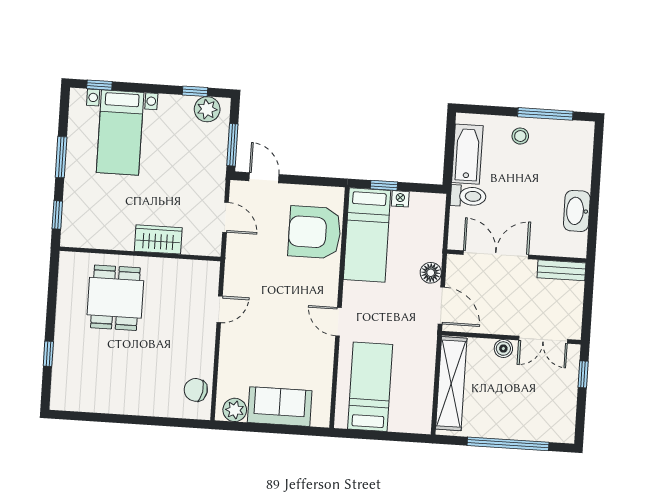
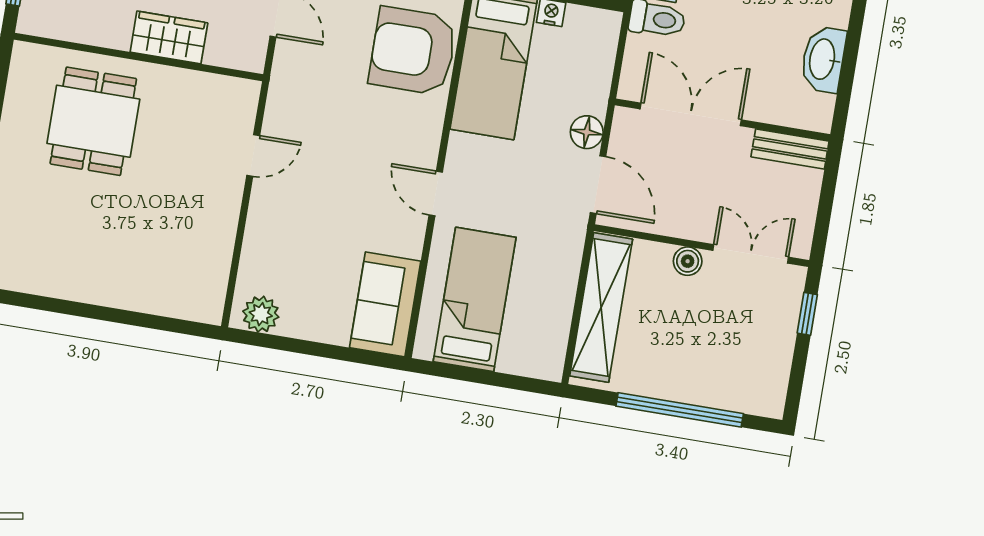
double door: (543, 340) -> (751, 254), swing flipped
chair: (196, 390) -> (203, 277), removed
sofa: (280, 407) -> (385, 304), moved, turned -90

